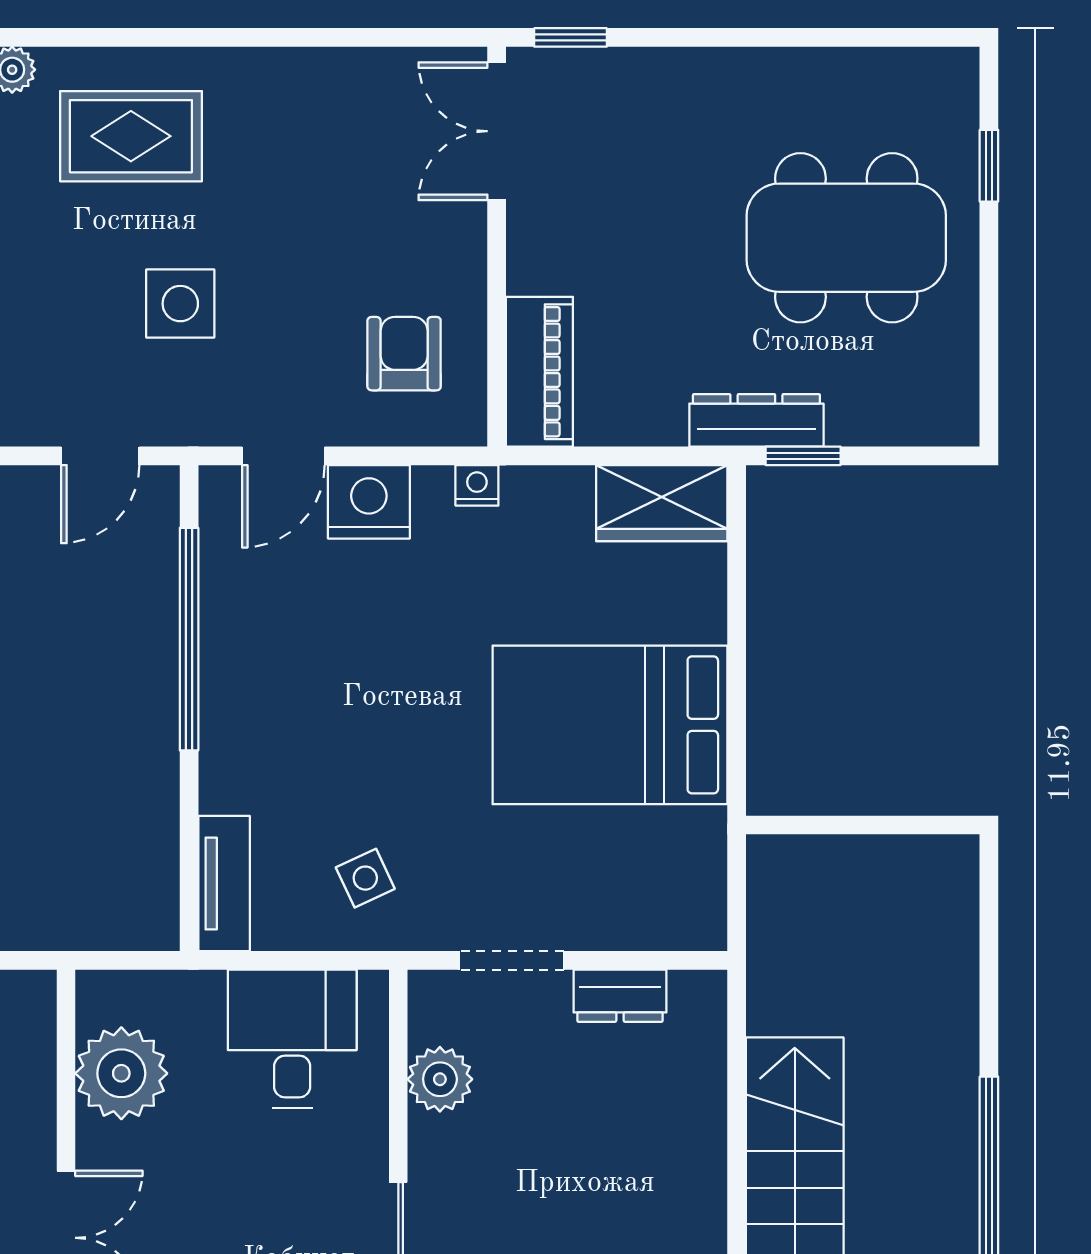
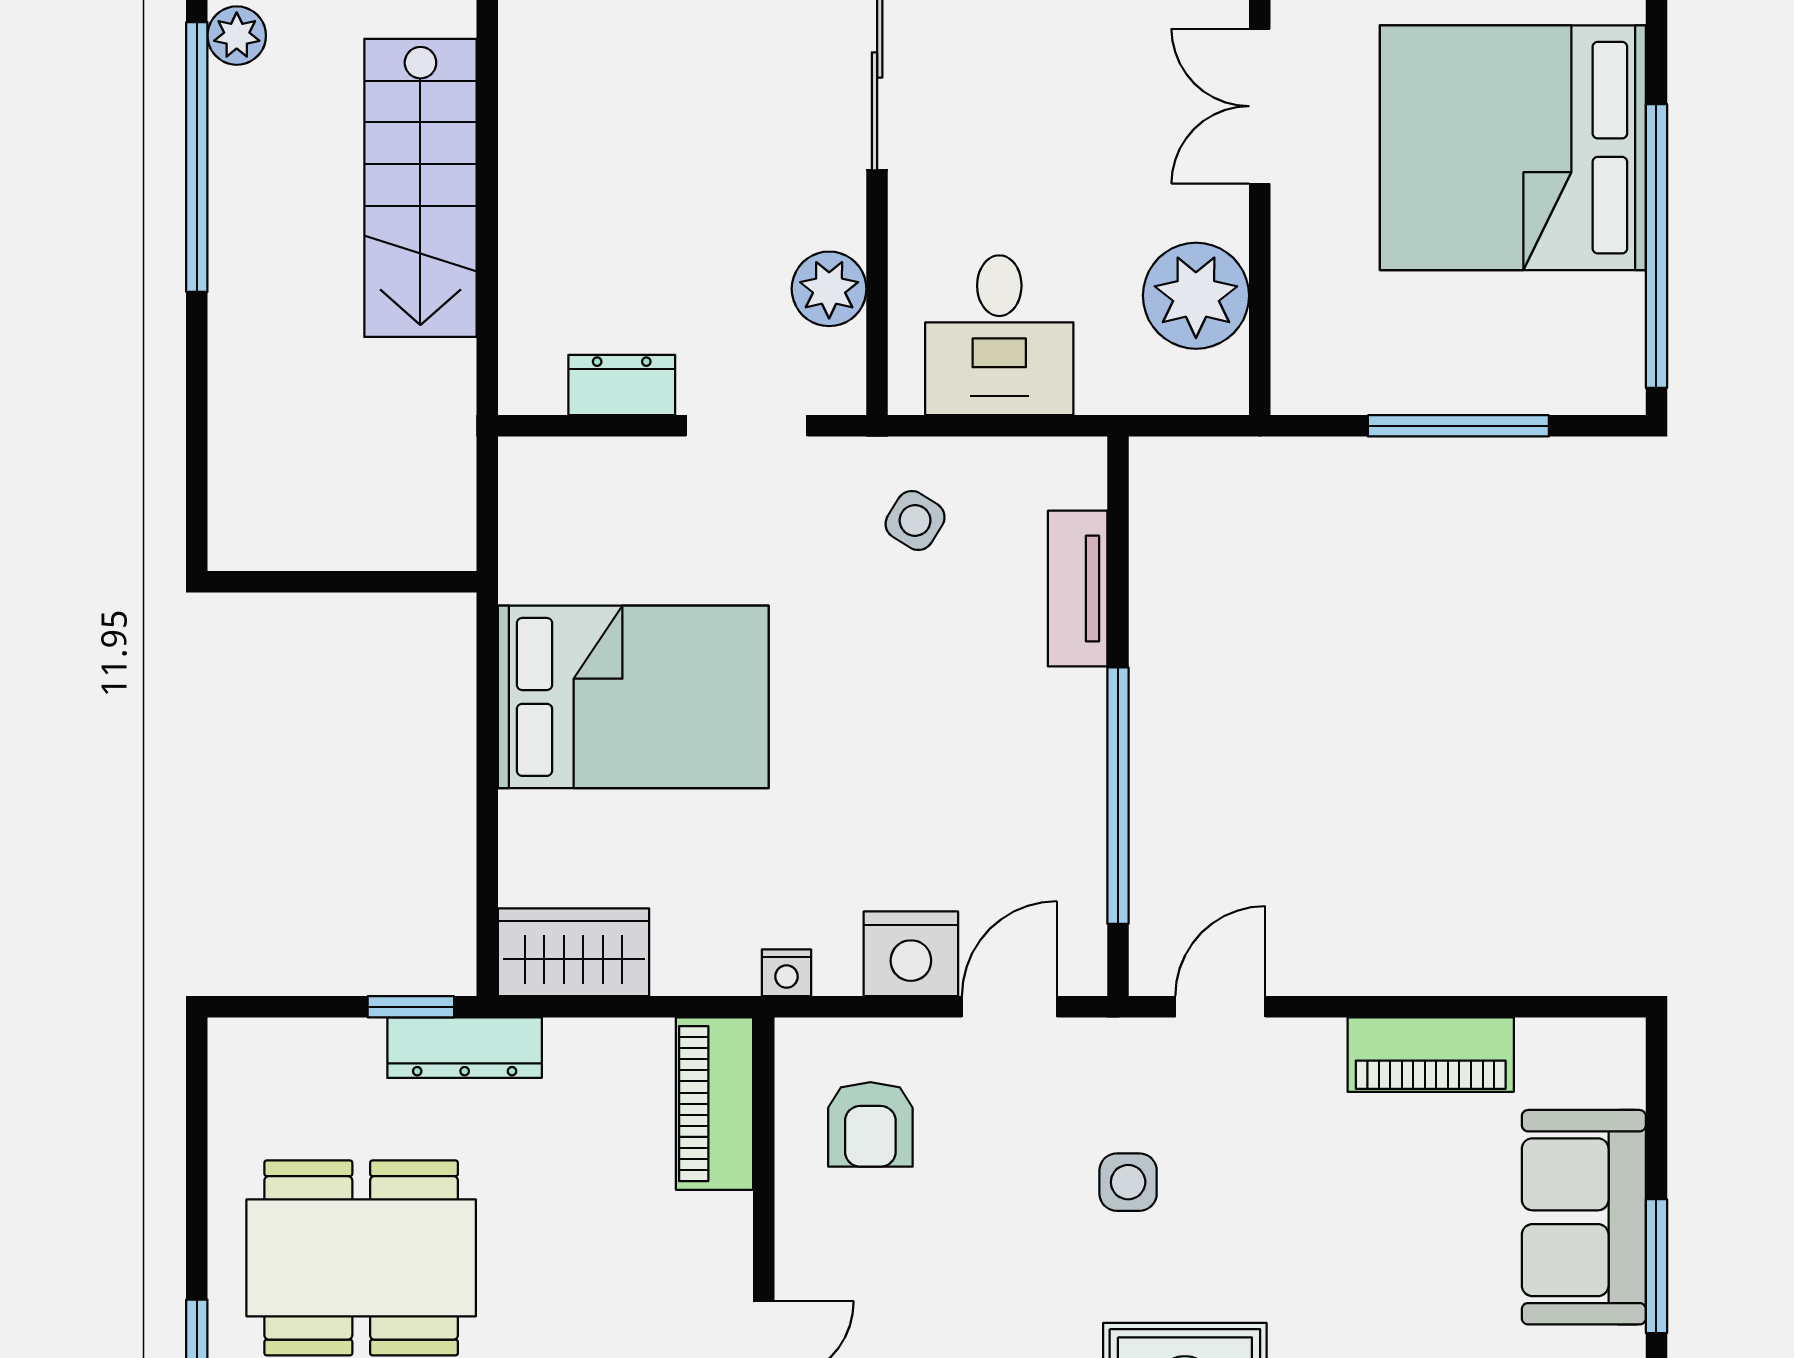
side table: (180, 304) -> (1128, 1182), width x0.73, depth x0.73
side table: (365, 878) -> (915, 520), turned -33
tv unit: (224, 884) -> (1078, 589), moved

